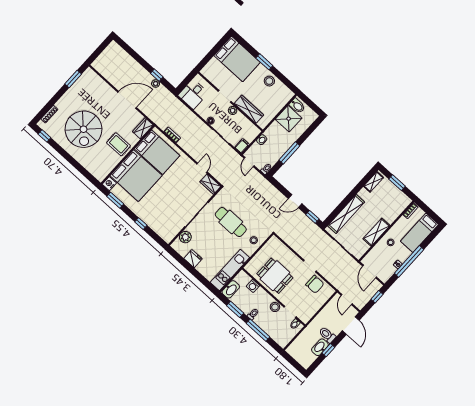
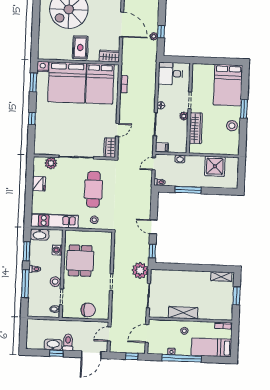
bidet: (297, 106) -> (231, 165), removed
shelving: (346, 214) -> (177, 276), removed
plant: (319, 238) -> (140, 270), added
chair: (315, 284) -> (88, 310), moved, turned -90

